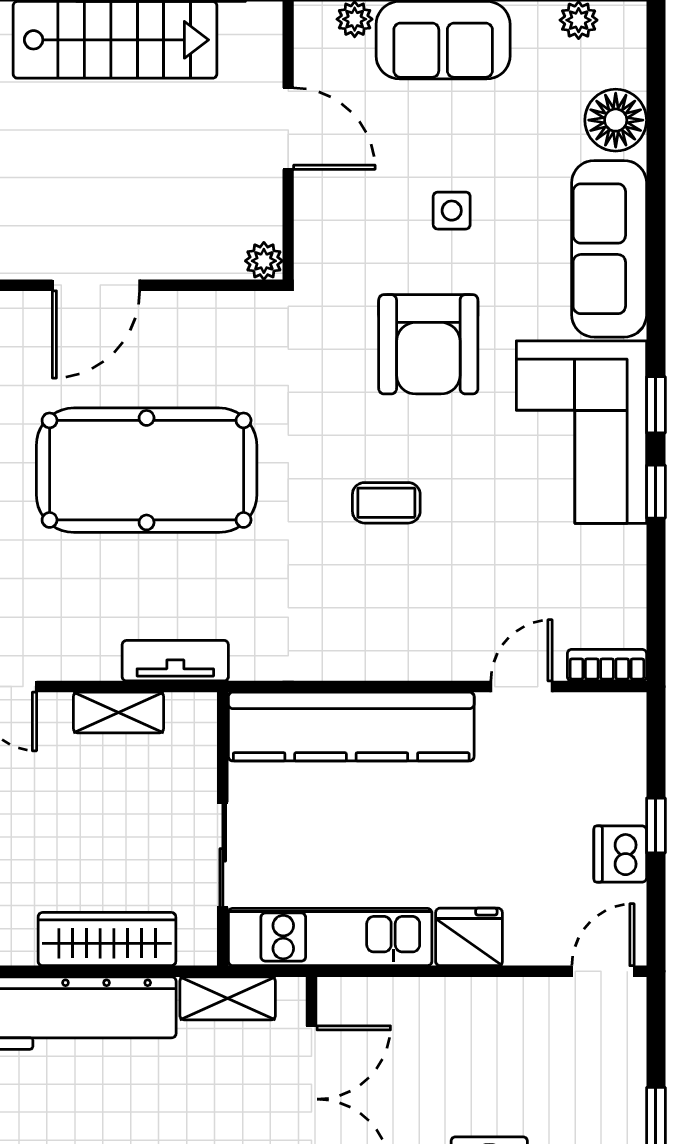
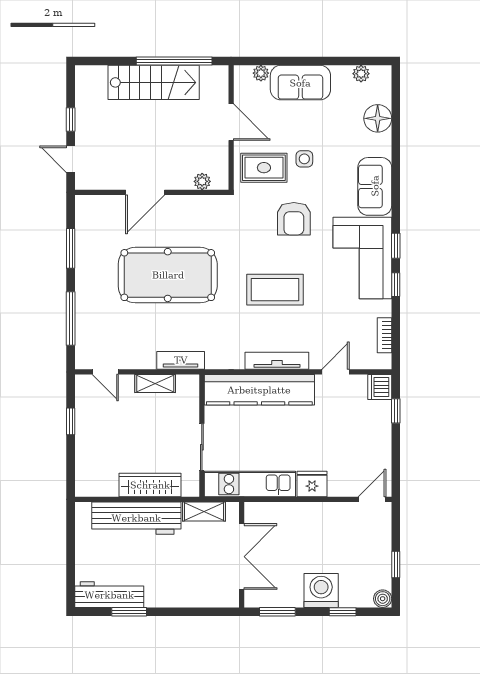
rug: (361, 230) -> (264, 168), added
sofa: (609, 249) -> (375, 186), width x0.73
plant: (264, 261) -> (202, 181), moved
armchair: (428, 344) -> (294, 219), width x0.73, depth x0.73
coffee table: (386, 503) -> (275, 290), width x1.86, depth x1.72
tv unit: (391, 662) -> (277, 361), added
bookcase: (607, 665) -> (384, 335), moved, turned -90
window: (656, 825) -> (396, 411), moved
dishwasher: (620, 854) -> (380, 387), moved

